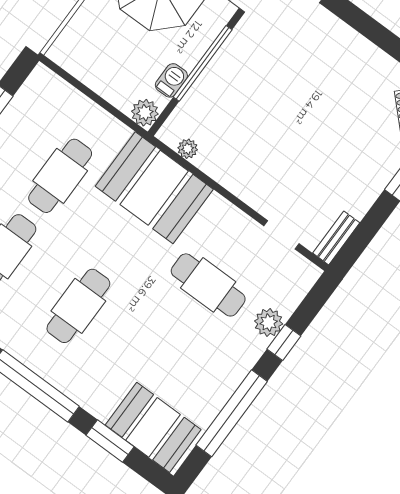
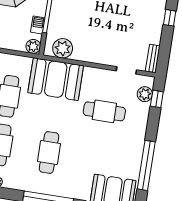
plant: (188, 149) -> (63, 48), width x1.88, depth x1.88
plant: (269, 323) -> (145, 94), moved
window: (284, 342) -> (157, 99), moved

